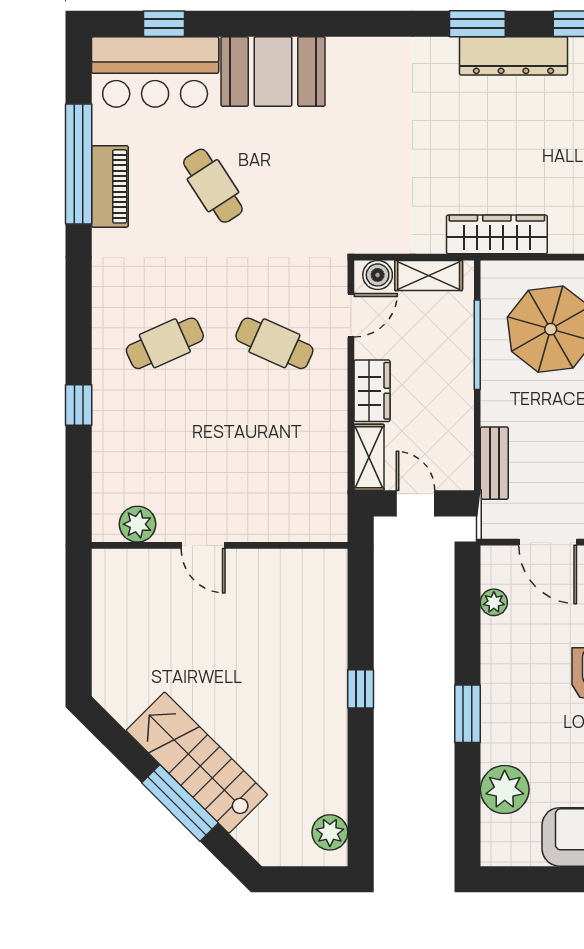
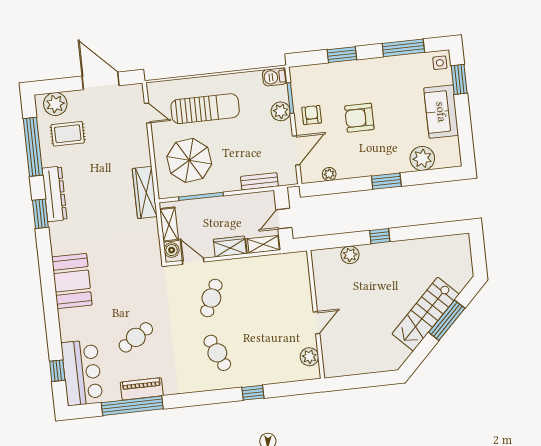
booth: (273, 72) -> (72, 281), moved
plant: (330, 832) -> (350, 255), moved

